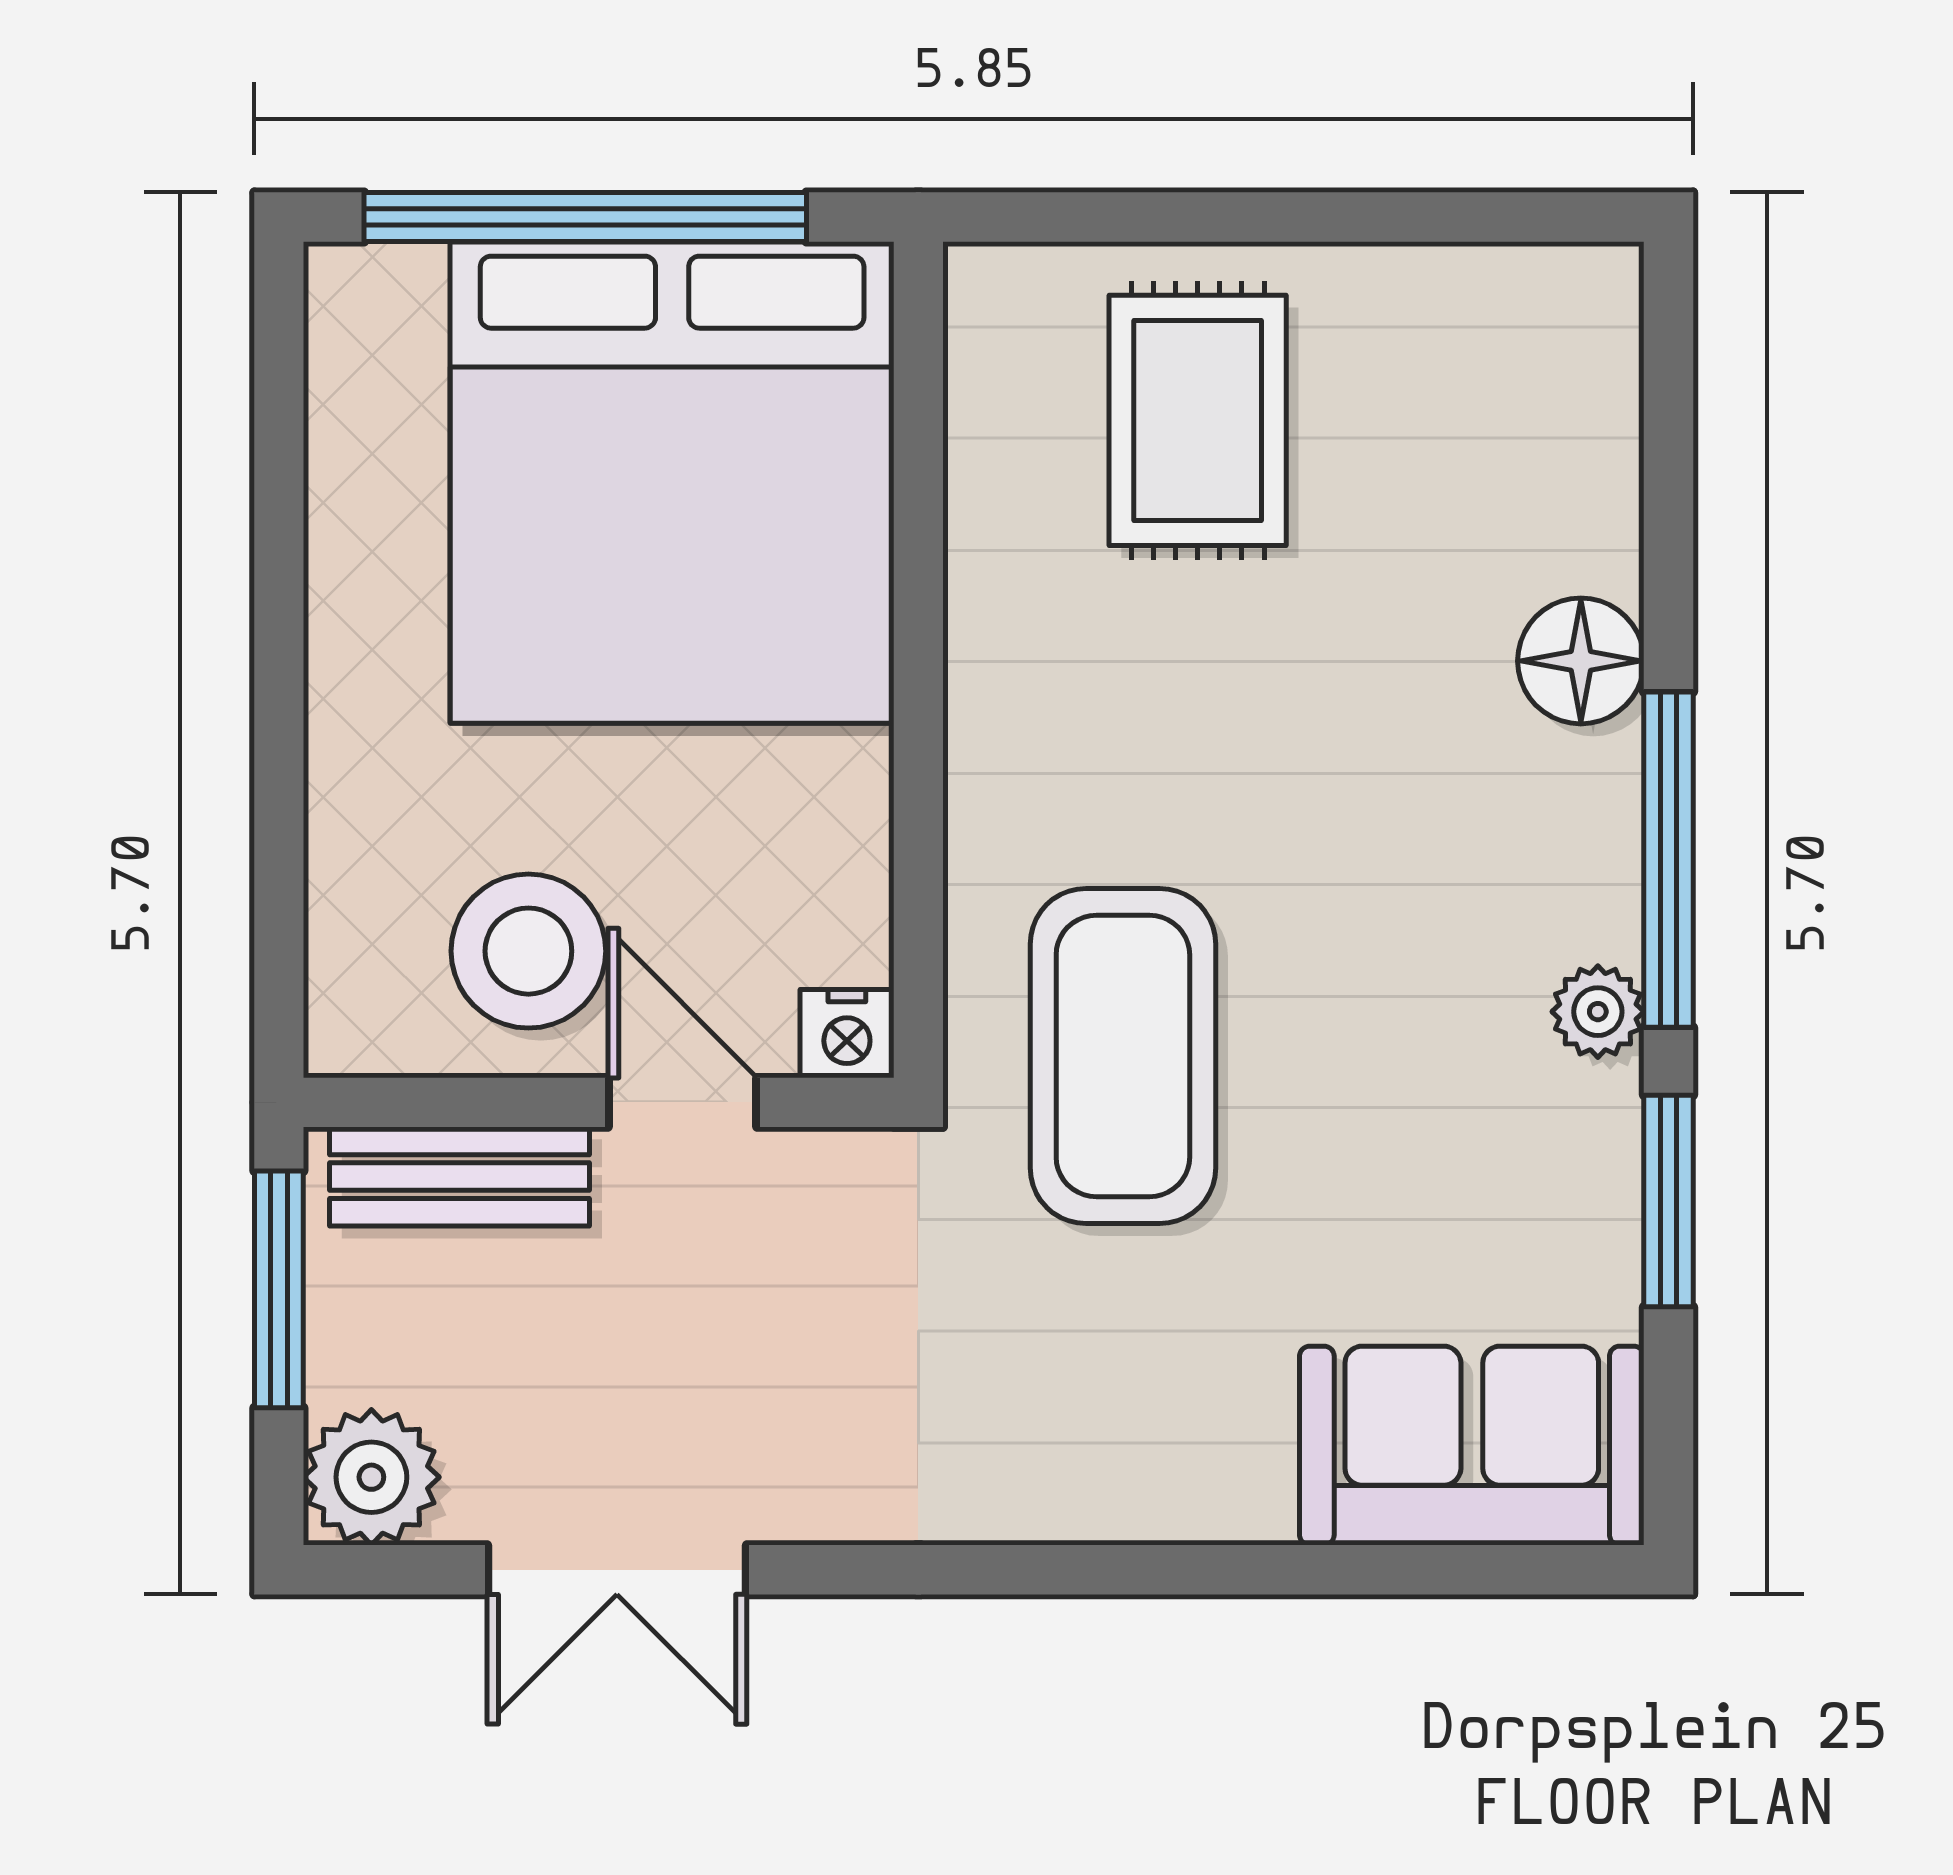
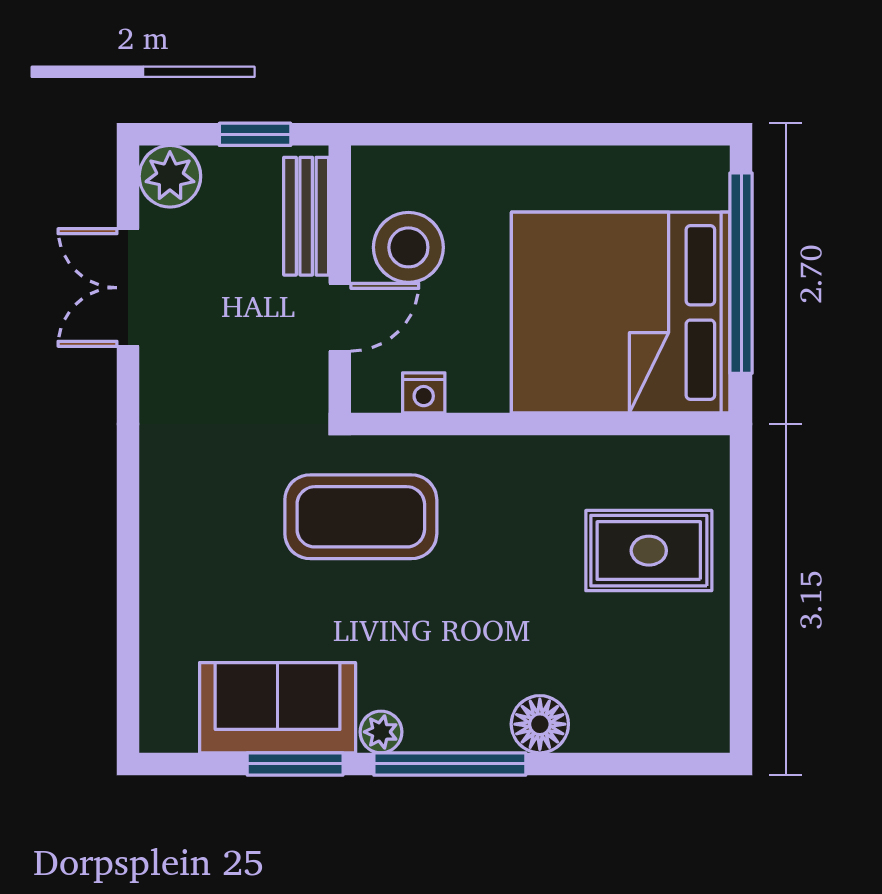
nightstand: (847, 1034) -> (424, 393), moved, turned -90
window: (279, 1289) -> (255, 134), width x0.67
sofa: (1472, 1446) -> (278, 708), moved, turned -90

